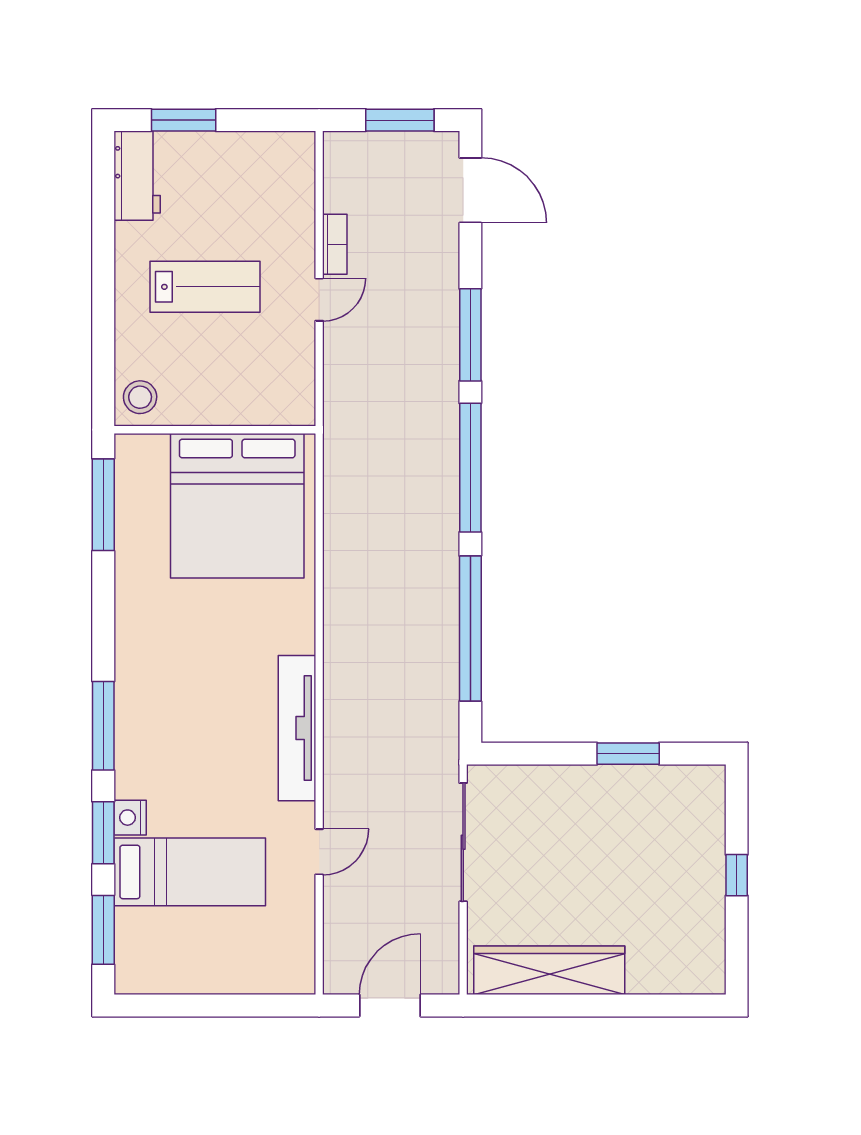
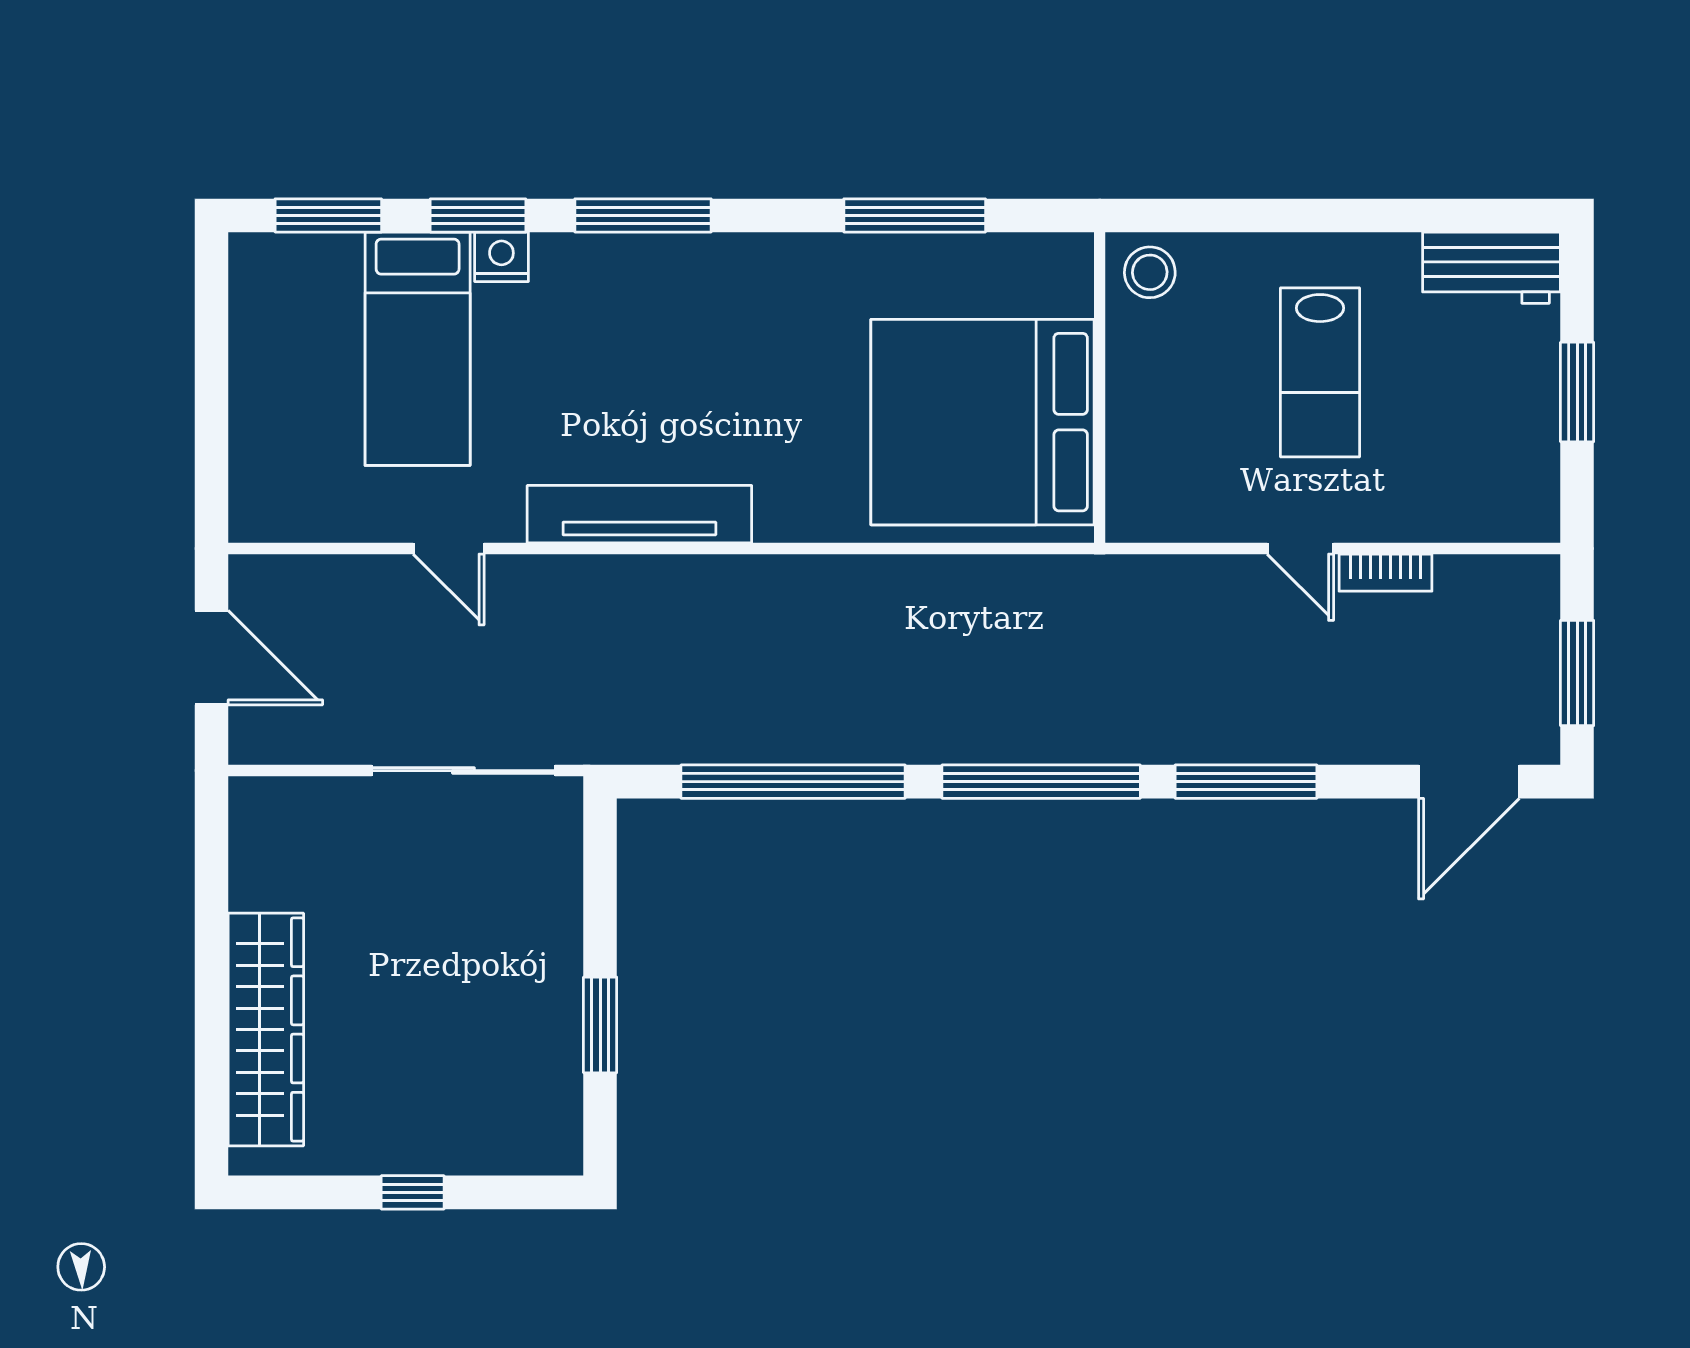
window: (184, 120) -> (1577, 392), moved
window: (103, 505) -> (915, 215), moved
wardrobe: (549, 970) -> (266, 1029), moved

